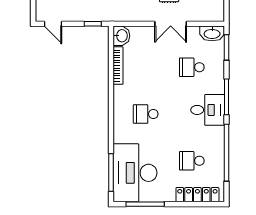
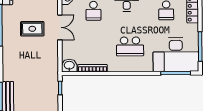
school desk: (146, 114) -> (130, 46), width x1.85

